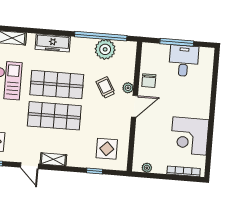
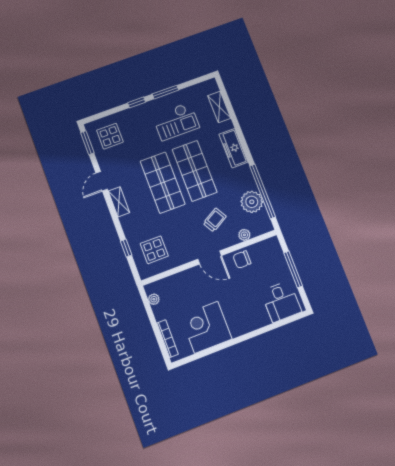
desk: (184, 61) -> (281, 301), moved, turned 90
plant: (128, 88) -> (244, 235), moved

